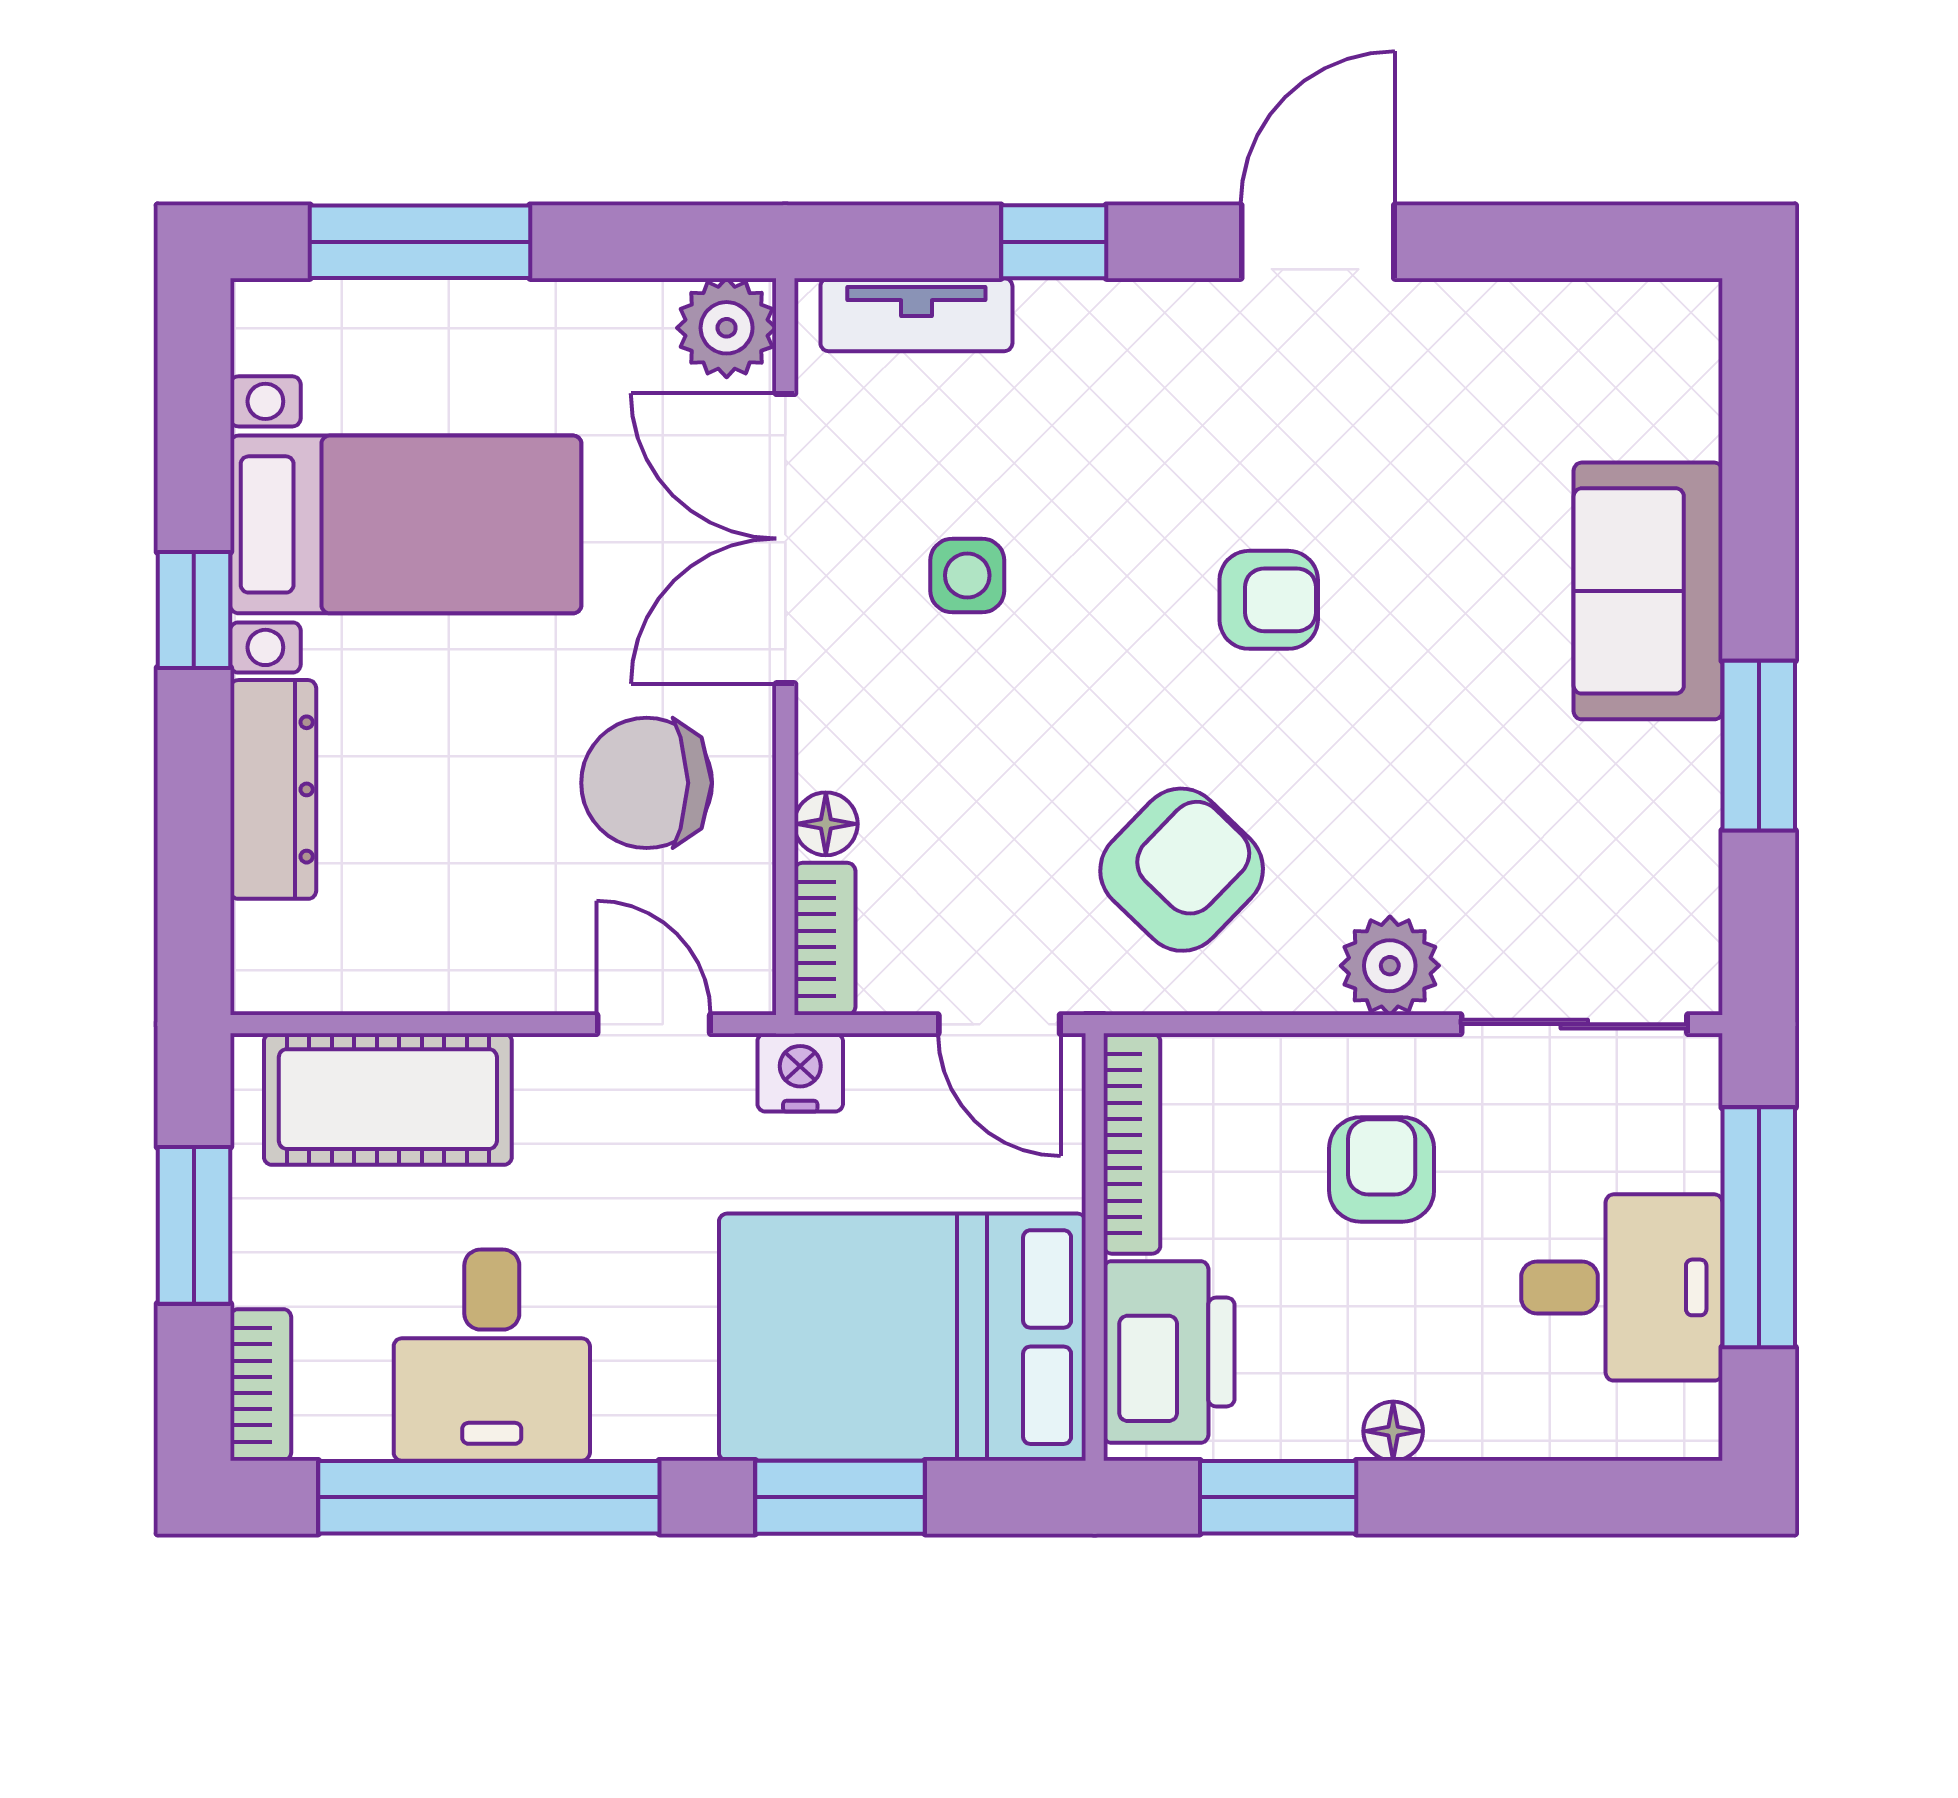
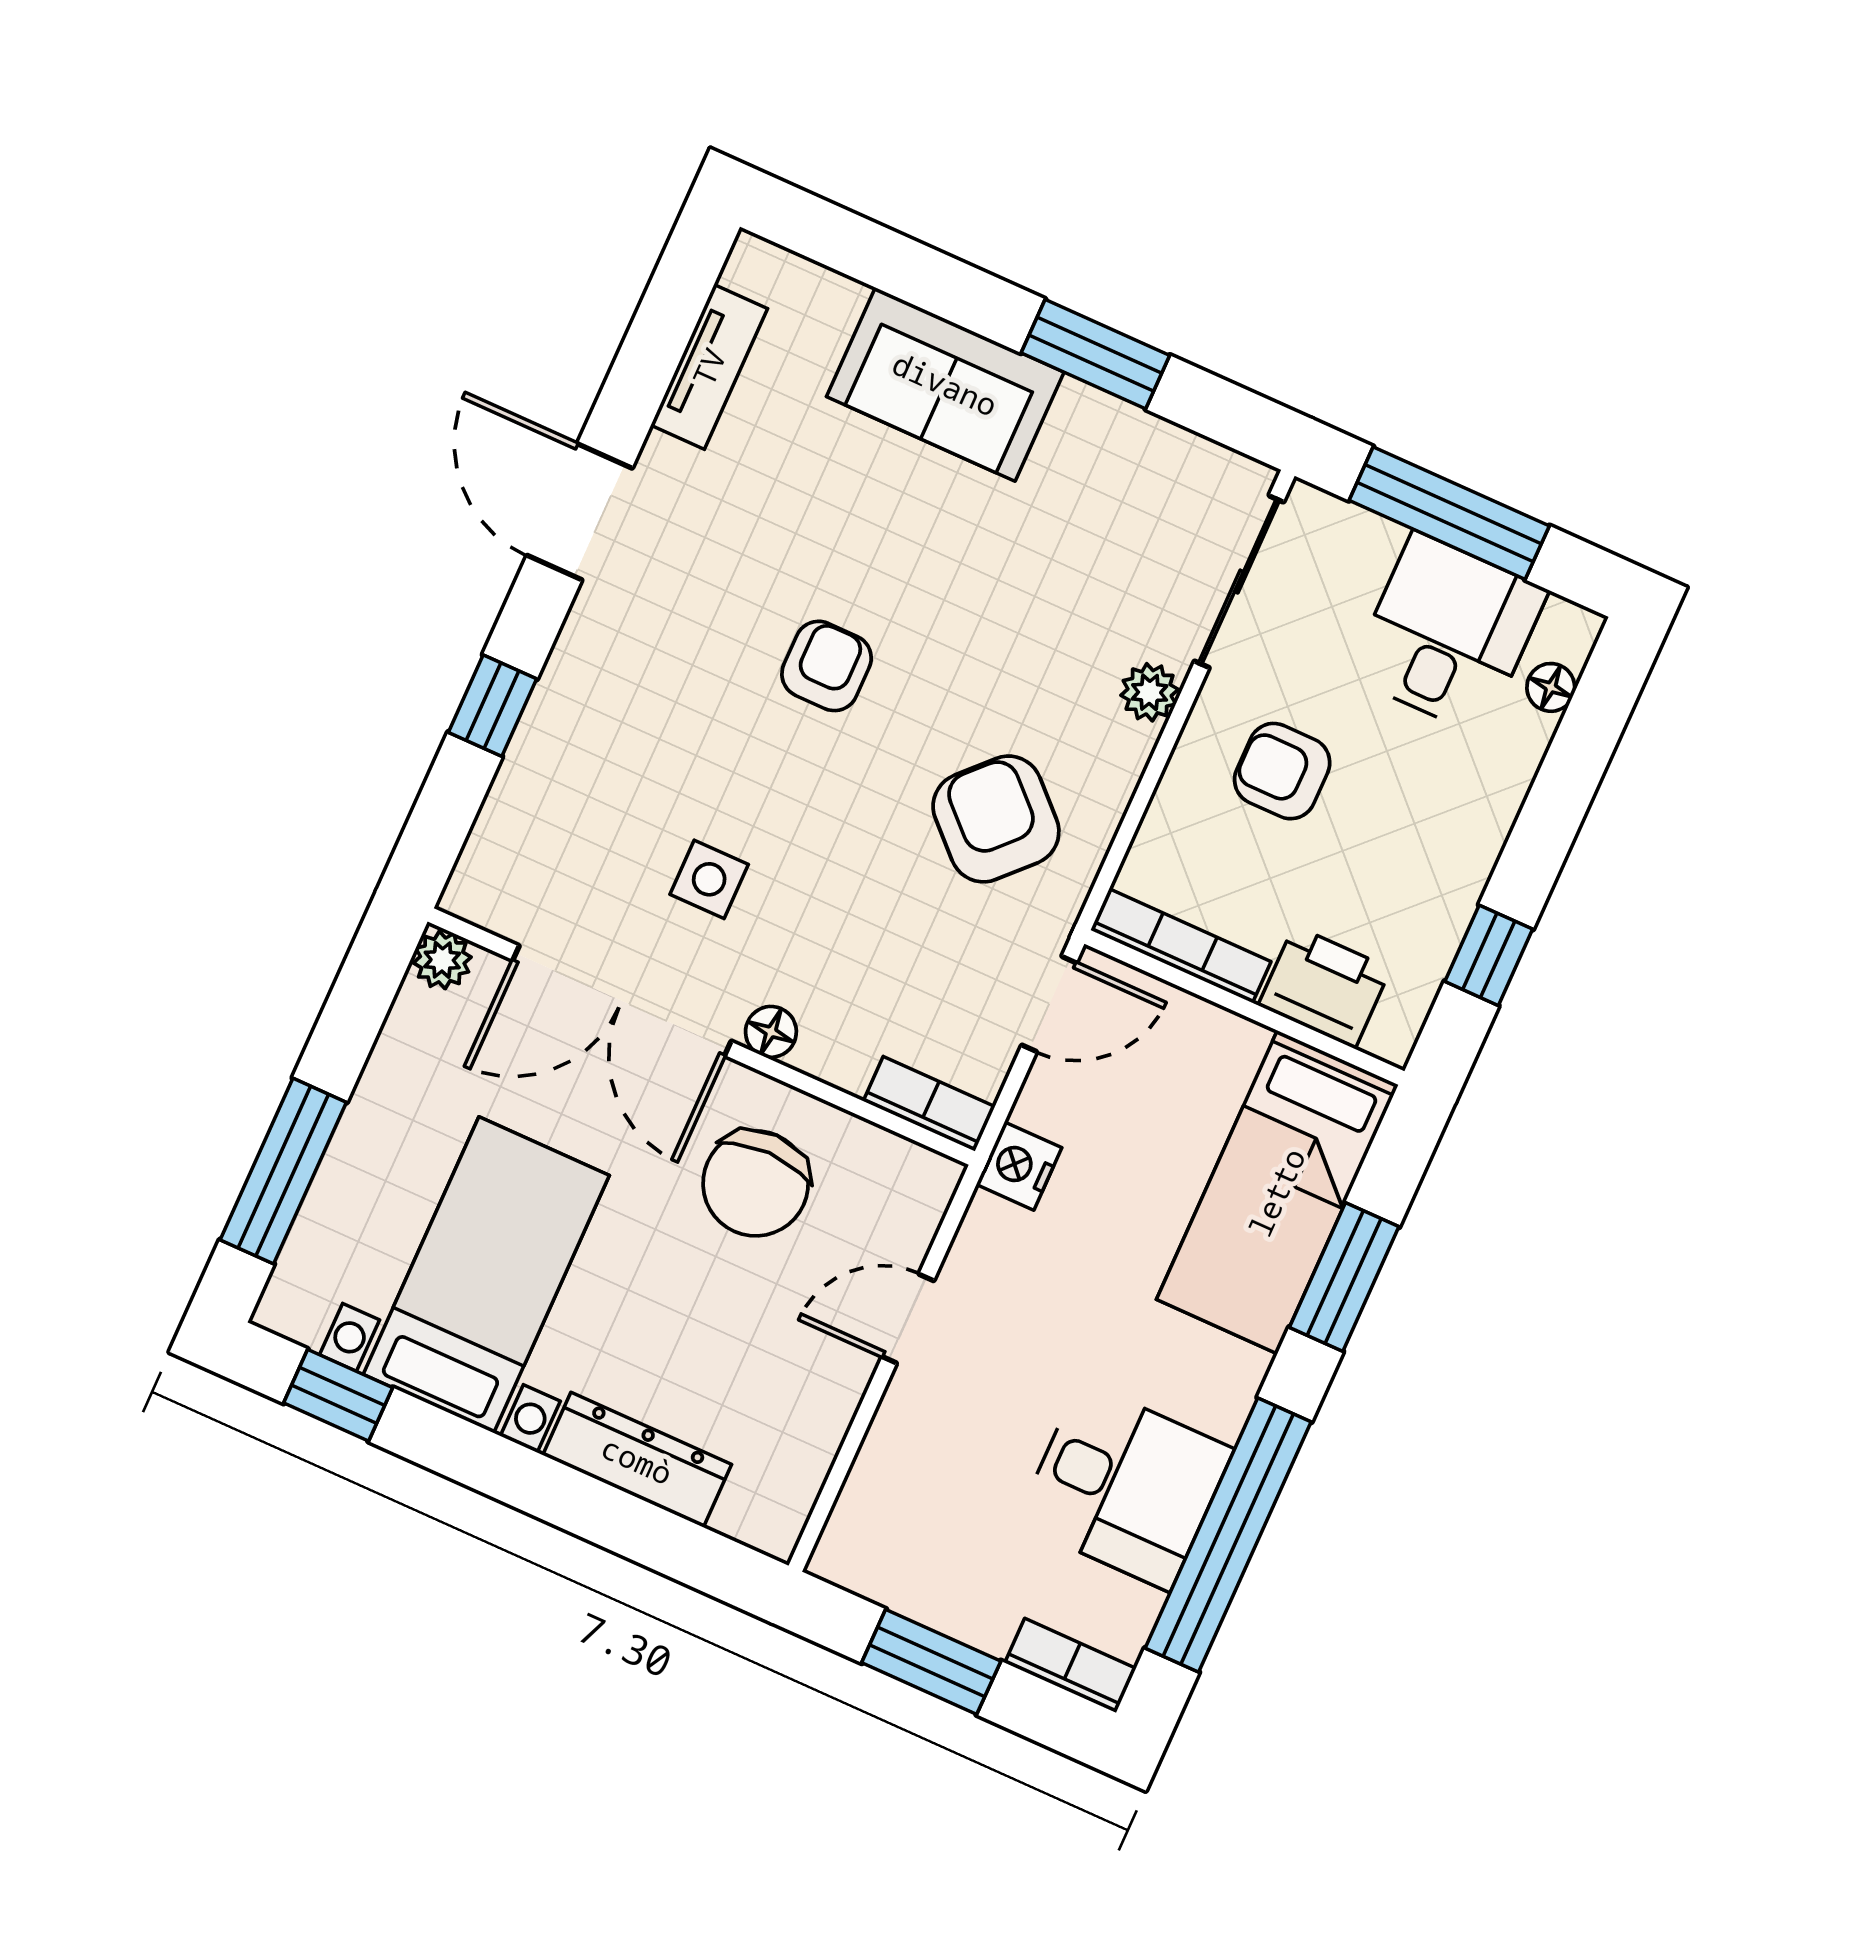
tv unit: (916, 315) -> (709, 367), moved
plant: (727, 328) -> (442, 960), width x0.73, depth x0.73
window: (194, 610) -> (338, 1395), moved
floor lamp: (826, 824) -> (771, 1032), moved
plant: (1390, 966) -> (1150, 692), width x0.73, depth x0.73
door: (654, 1024) -> (908, 1319), moved
cot: (388, 1099) -> (902, 1478), removed
bed: (902, 1337) -> (1277, 1192), width x0.67
printer: (1169, 1352) -> (1324, 987), width x0.73, depth x0.84
floor lamp: (1393, 1431) -> (1551, 687), moved
window: (1278, 1497) -> (1489, 955), width x0.67

